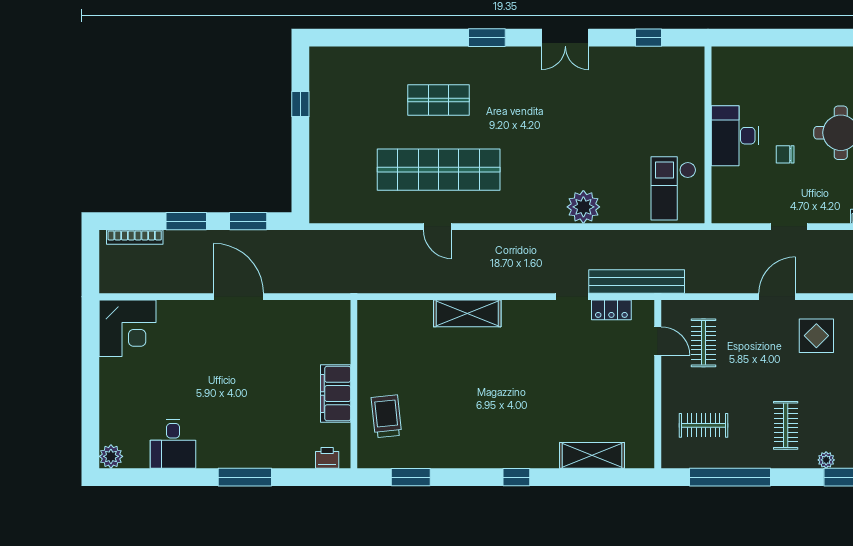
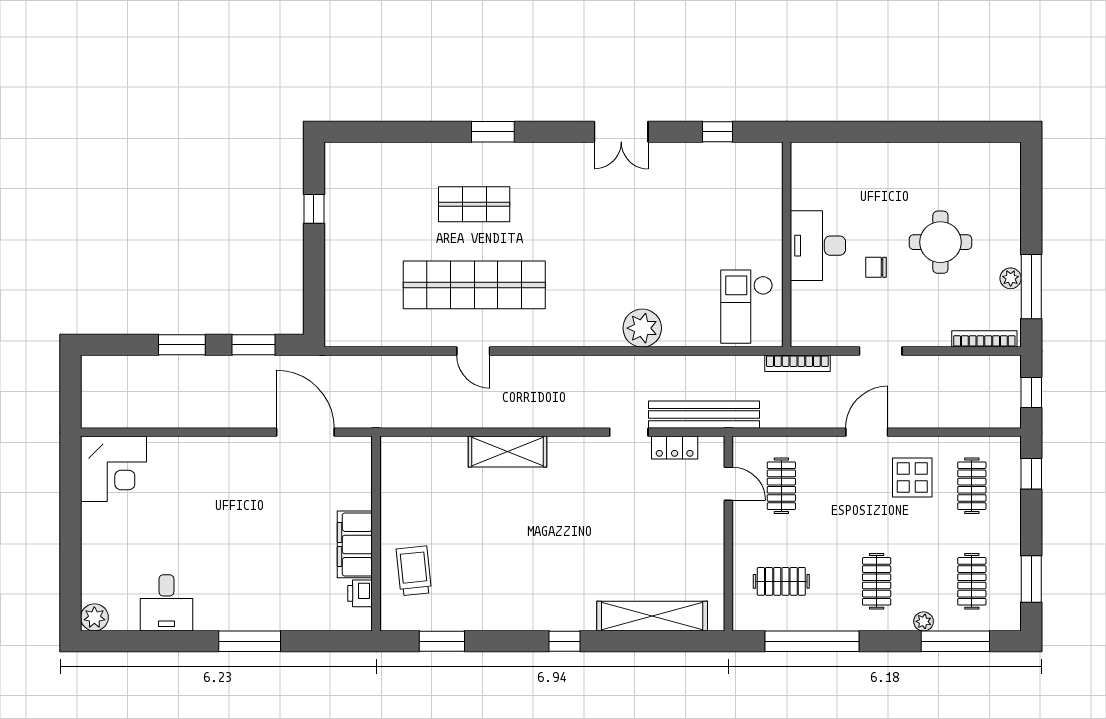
window: (487, 38) -> (493, 132), moved
bookcase: (135, 237) -> (797, 363), moved
door: (239, 297) -> (305, 432), moved
shelving: (592, 455) -> (652, 616), width x1.47
printer: (327, 458) -> (360, 593), moved, turned -90

